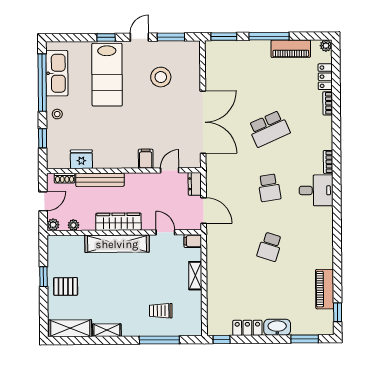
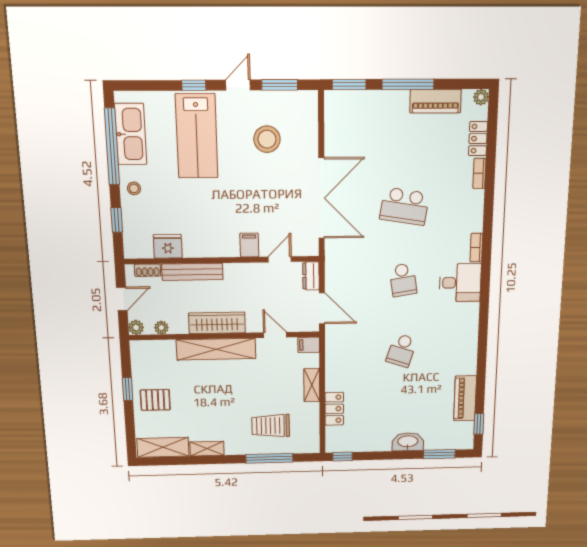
school desk: (269, 129) -> (404, 206), turned 33
trolley: (161, 311) -> (271, 426), width x1.36, depth x1.39
locker: (247, 328) -> (334, 409), moved, turned 90

